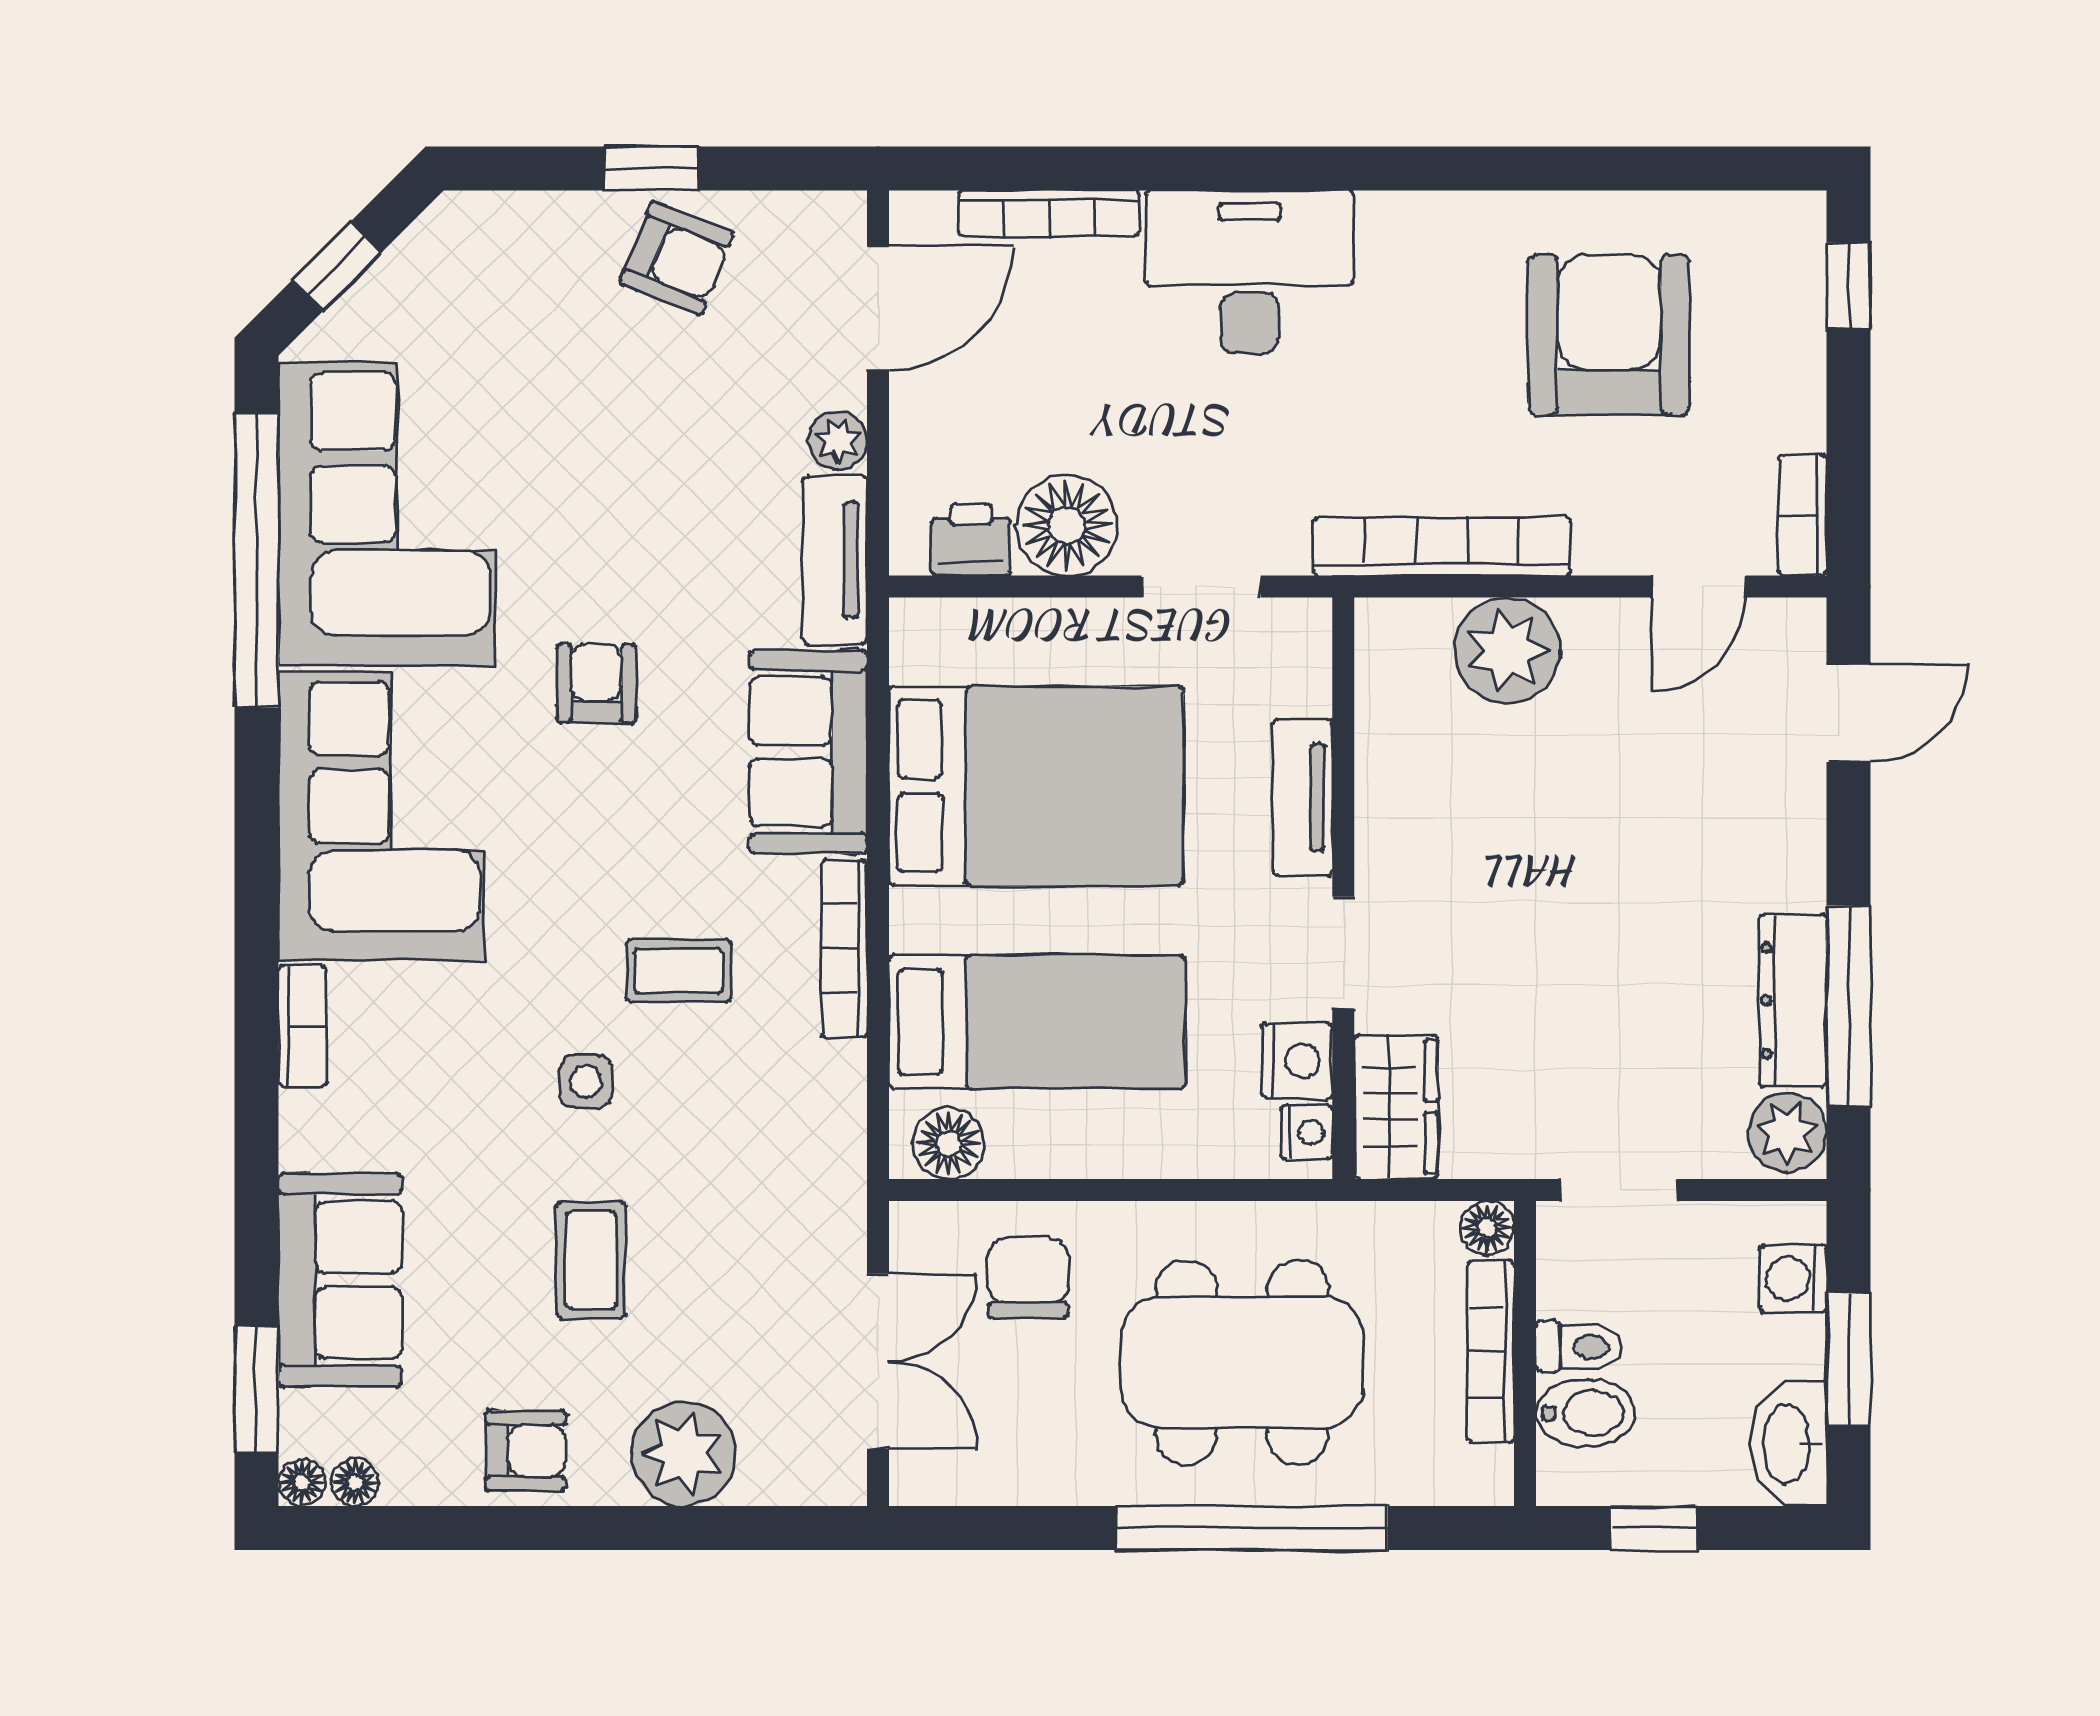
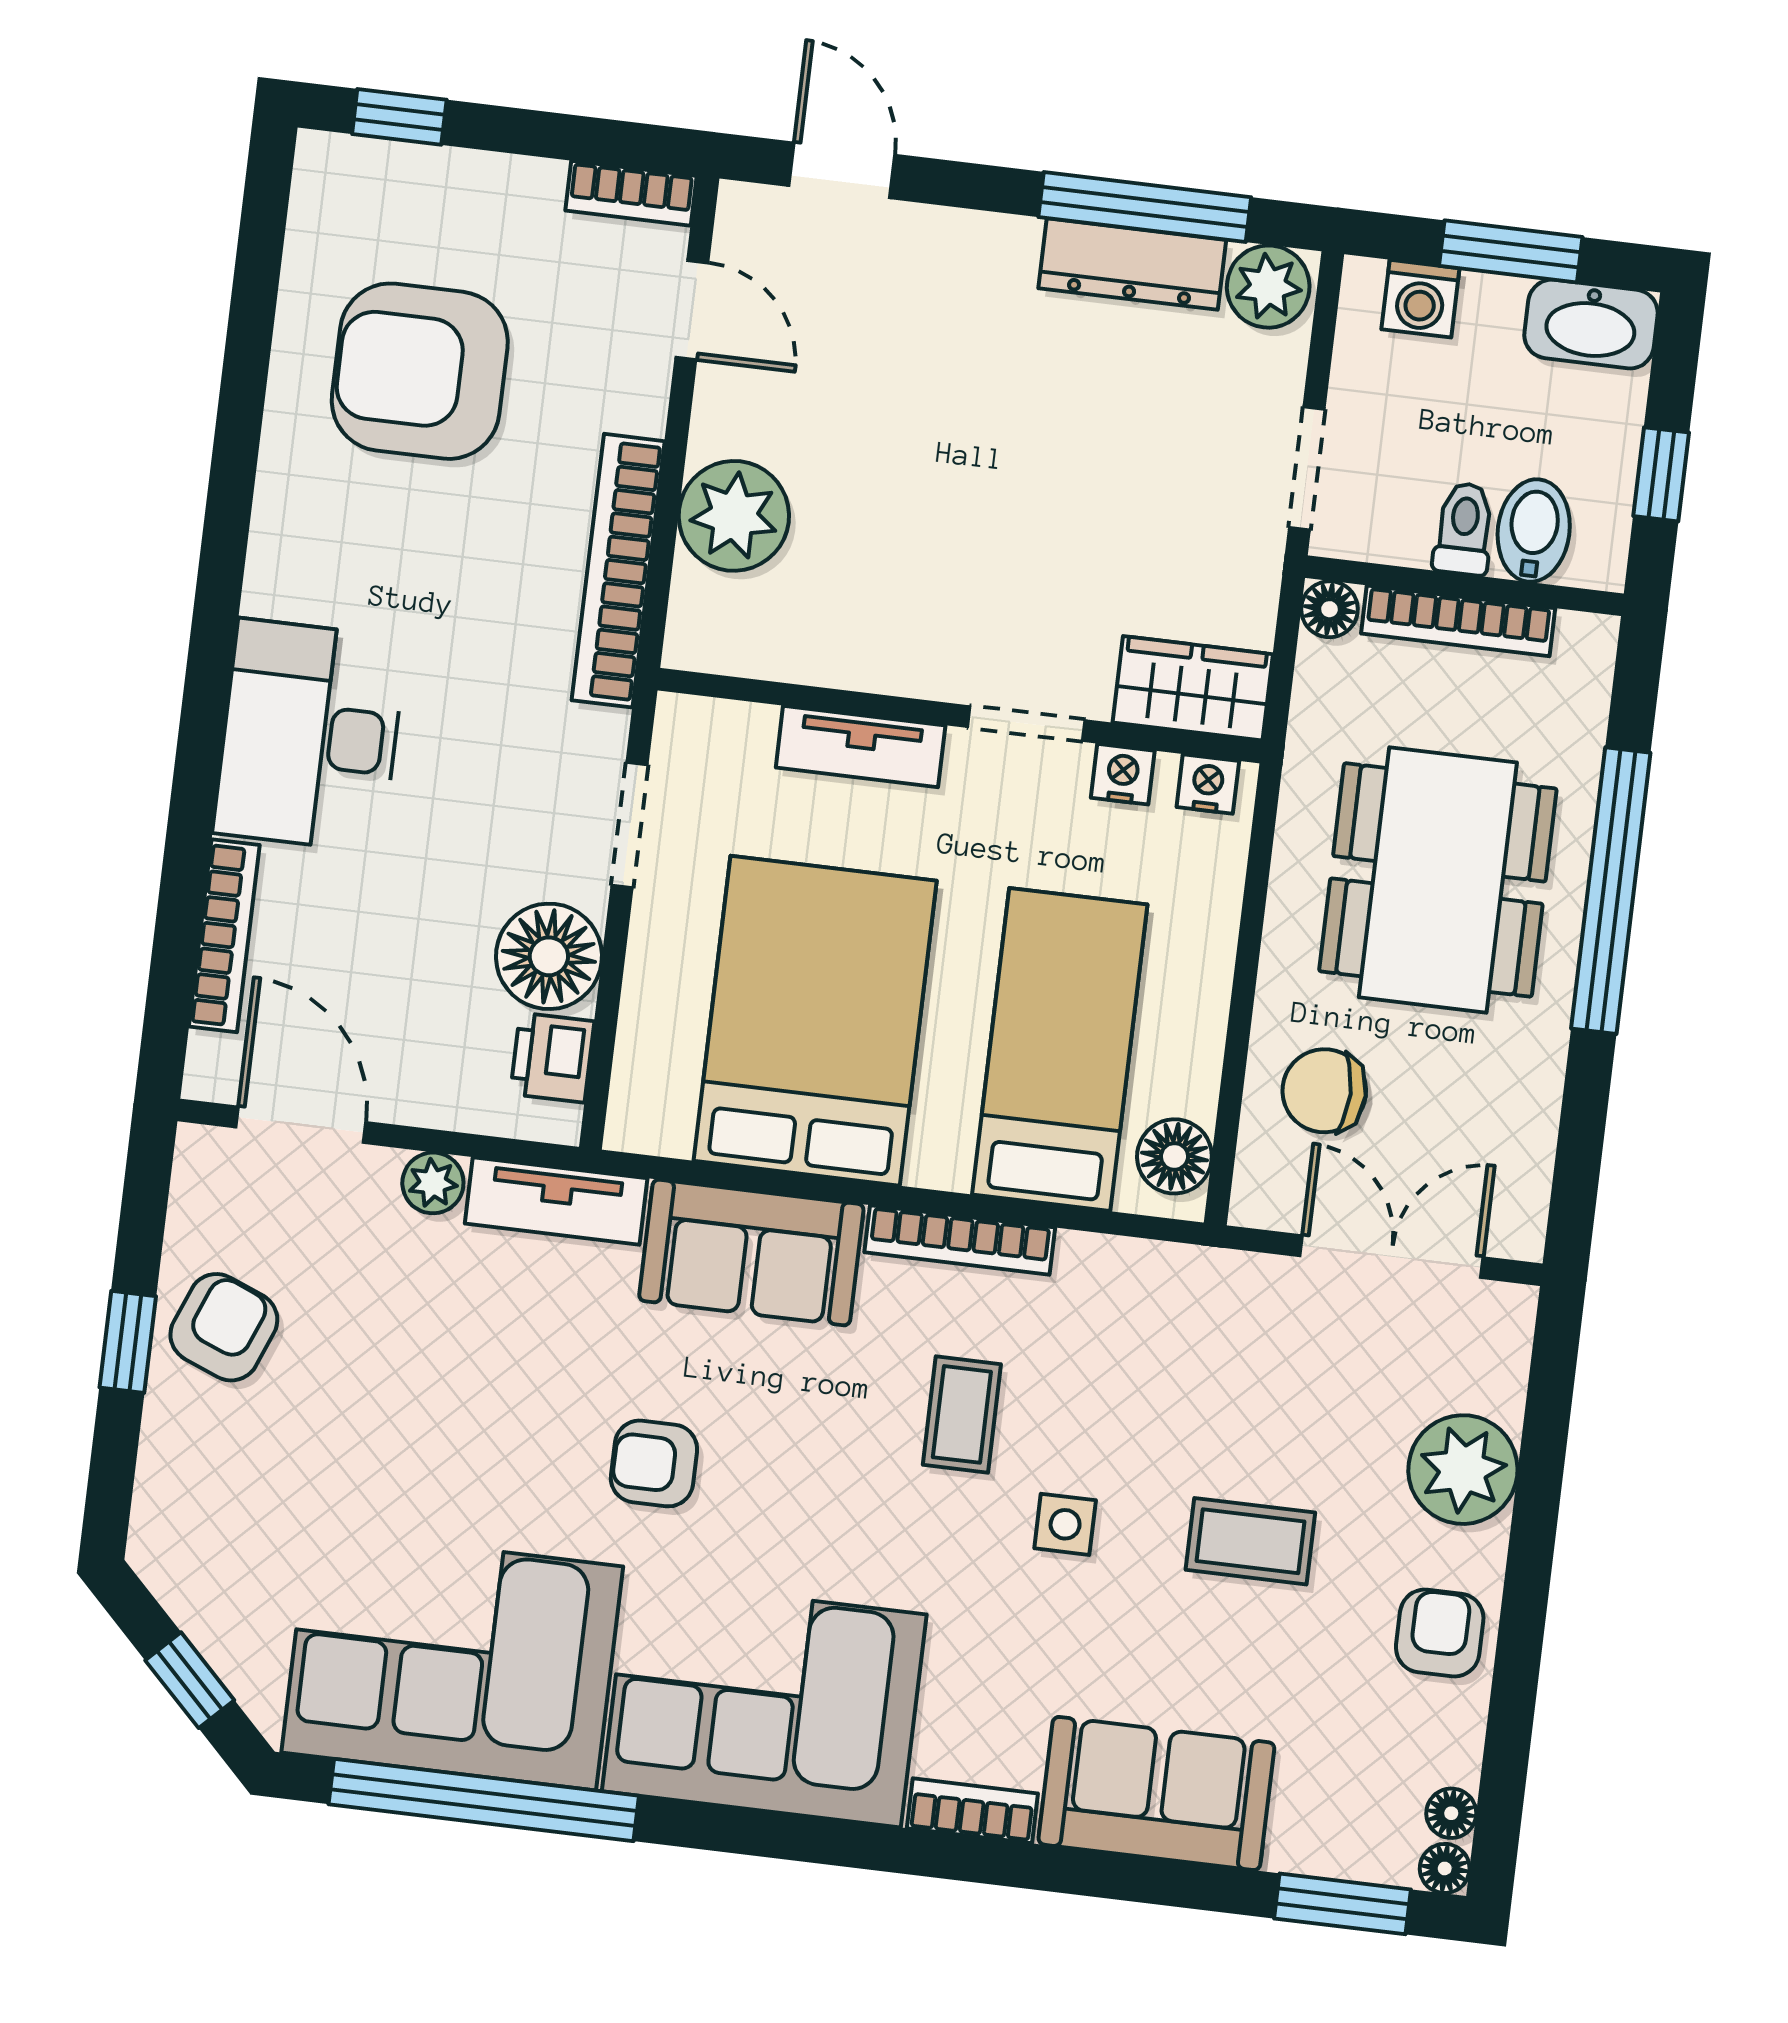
nightstand: (1297, 1061) -> (1123, 774), width x0.72, depth x0.74
sofa: (340, 1280) -> (1156, 1794), moved

